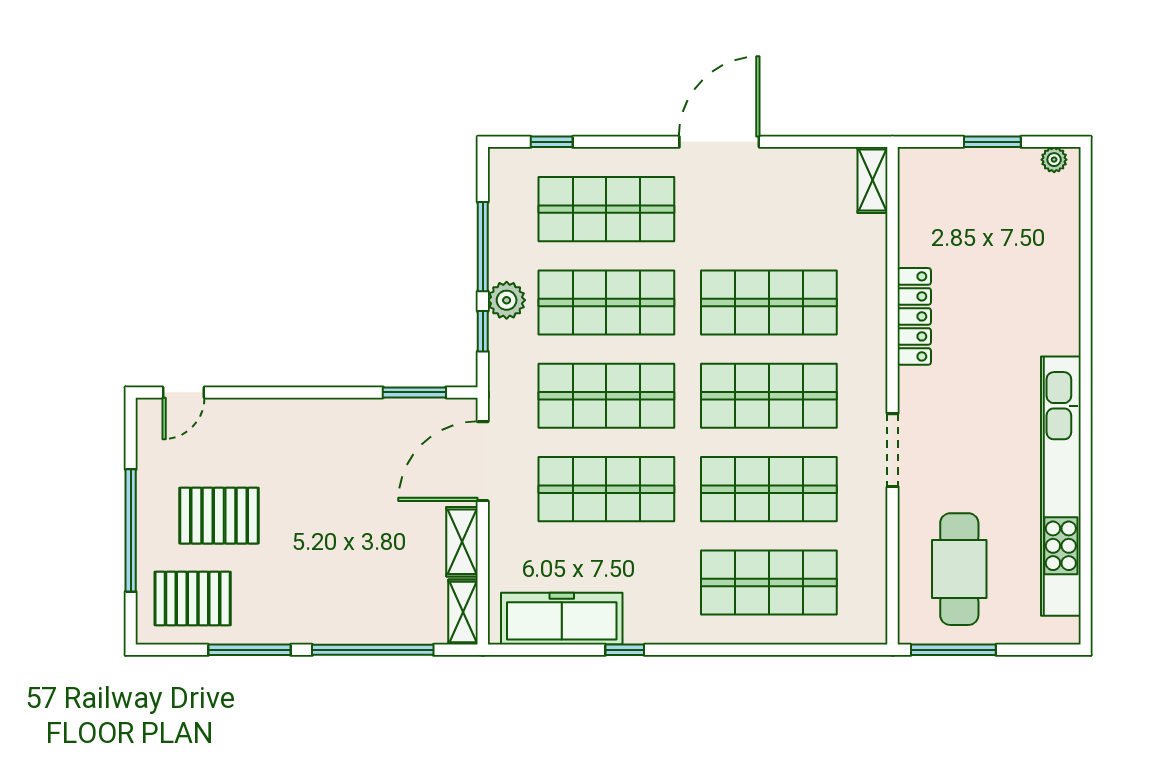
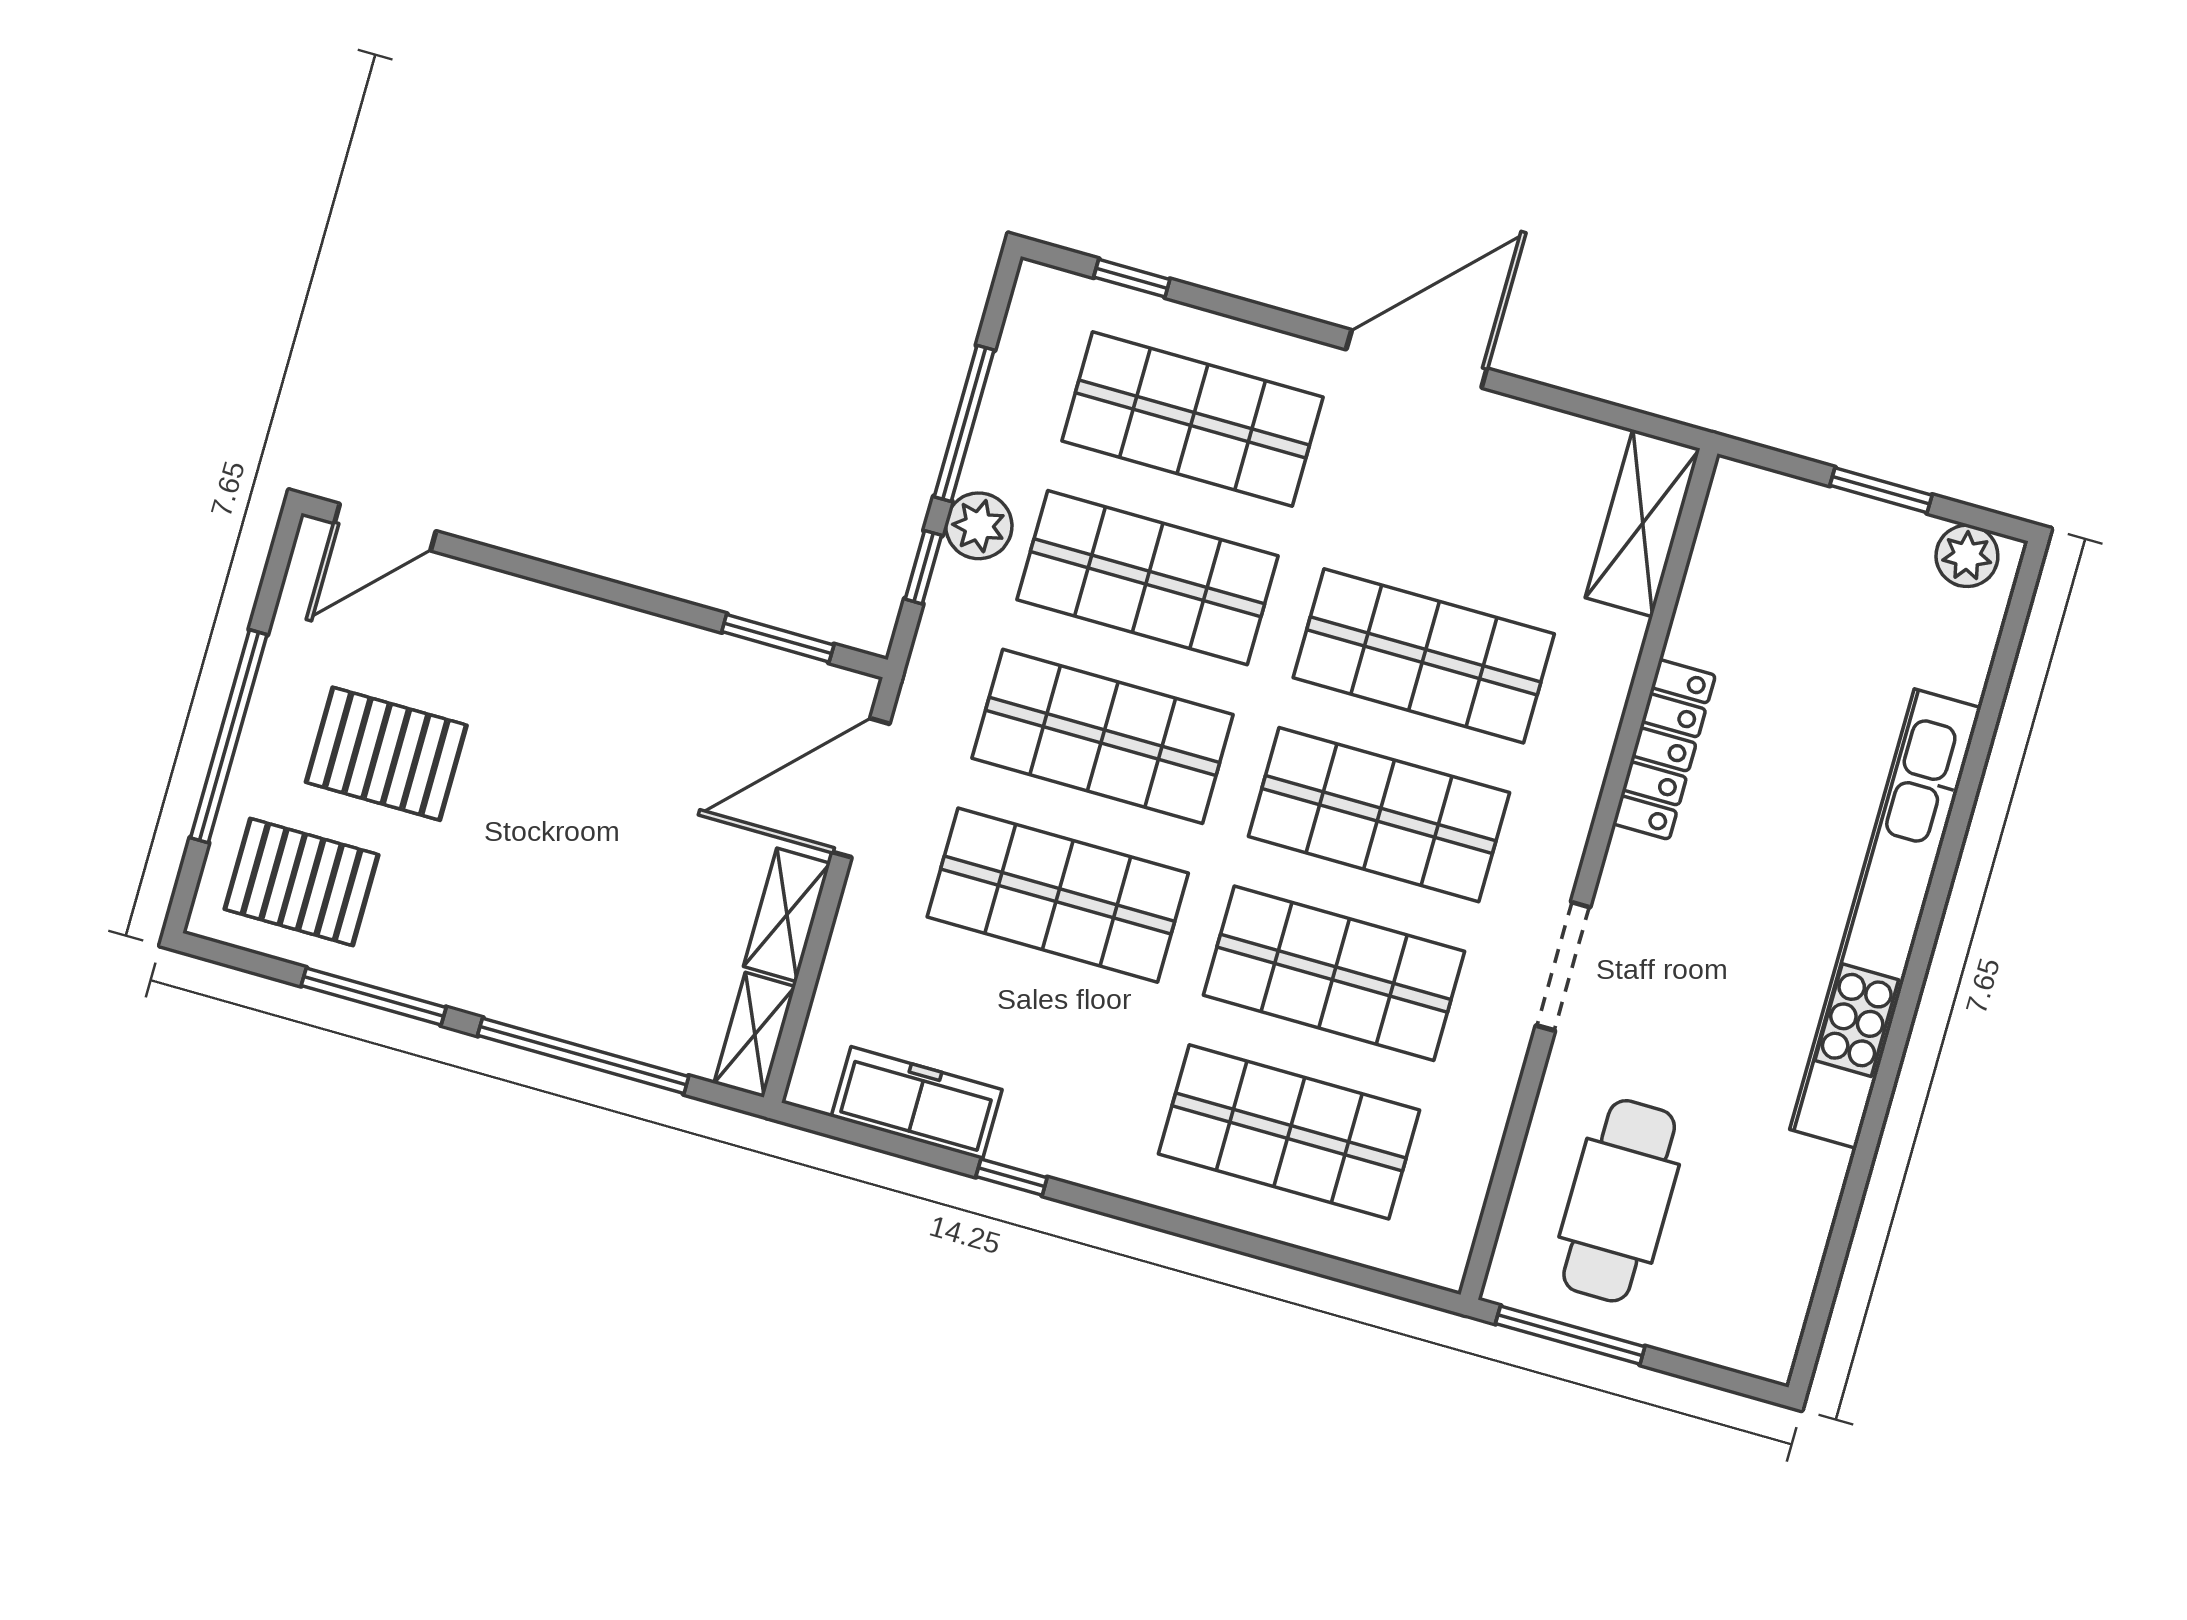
plant: (1054, 160) -> (1967, 556), width x1.38, depth x1.38
shelving: (873, 180) -> (1643, 523), width x1.50, depth x1.33
door: (183, 392) -> (385, 527), width x1.38
kitchen unit: (1061, 486) -> (1885, 919), moved
freezer: (562, 619) -> (917, 1103), width x0.73, depth x0.79

